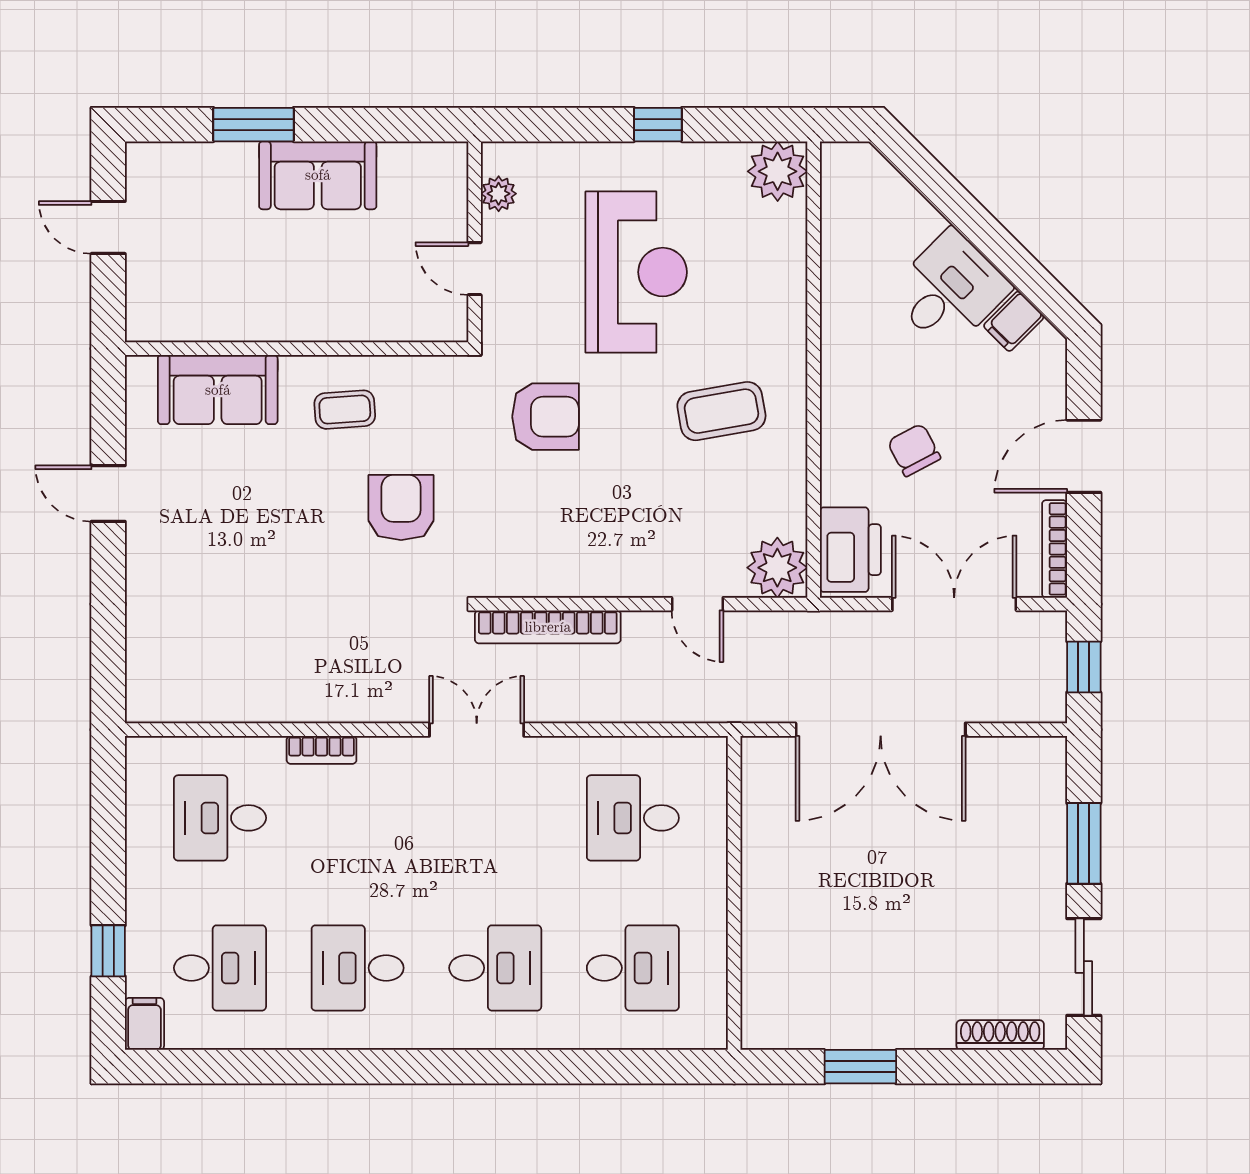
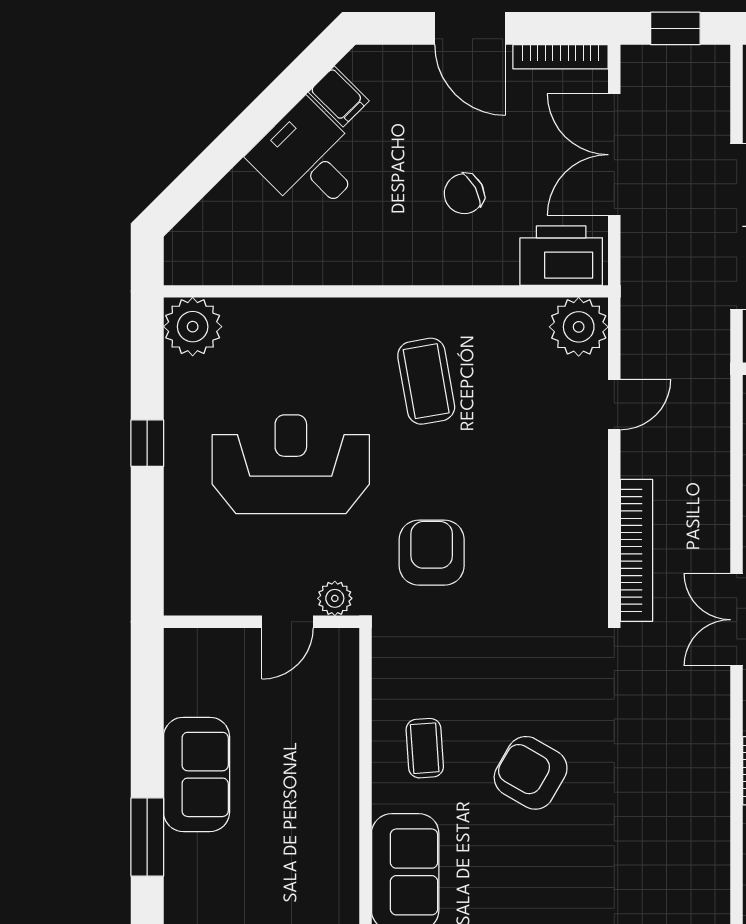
plant: (499, 194) -> (335, 598), moved
armchair: (401, 507) -> (531, 773), moved, turned 30

